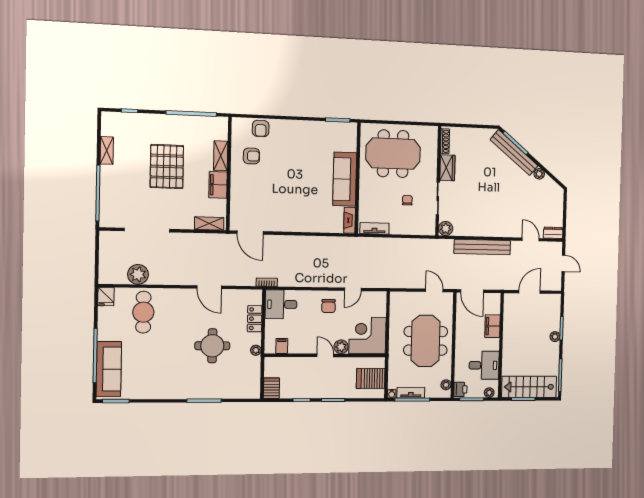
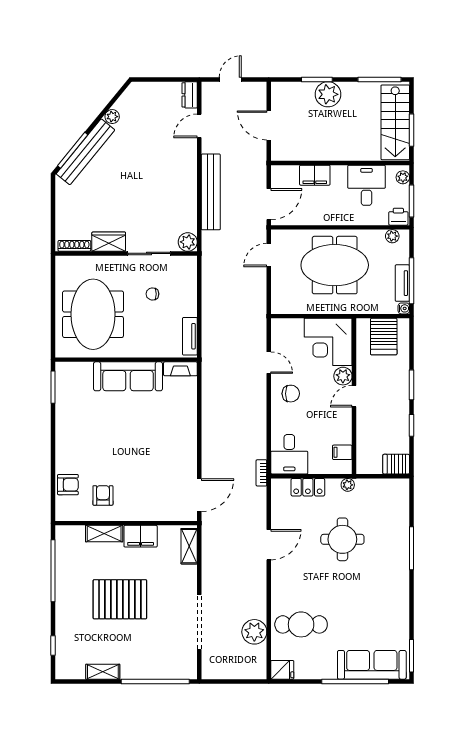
plant: (555, 337) -> (328, 94), width x1.88, depth x1.88

